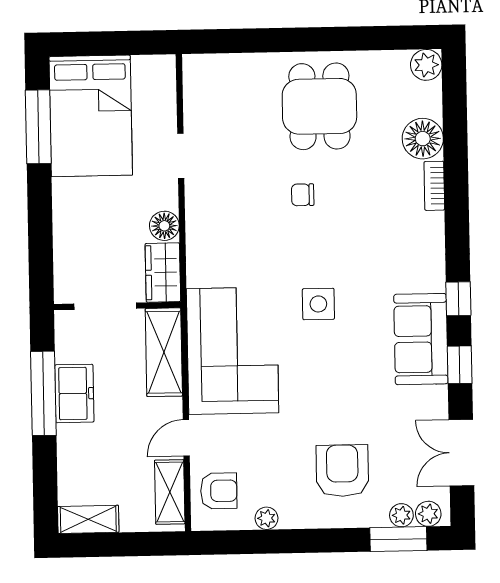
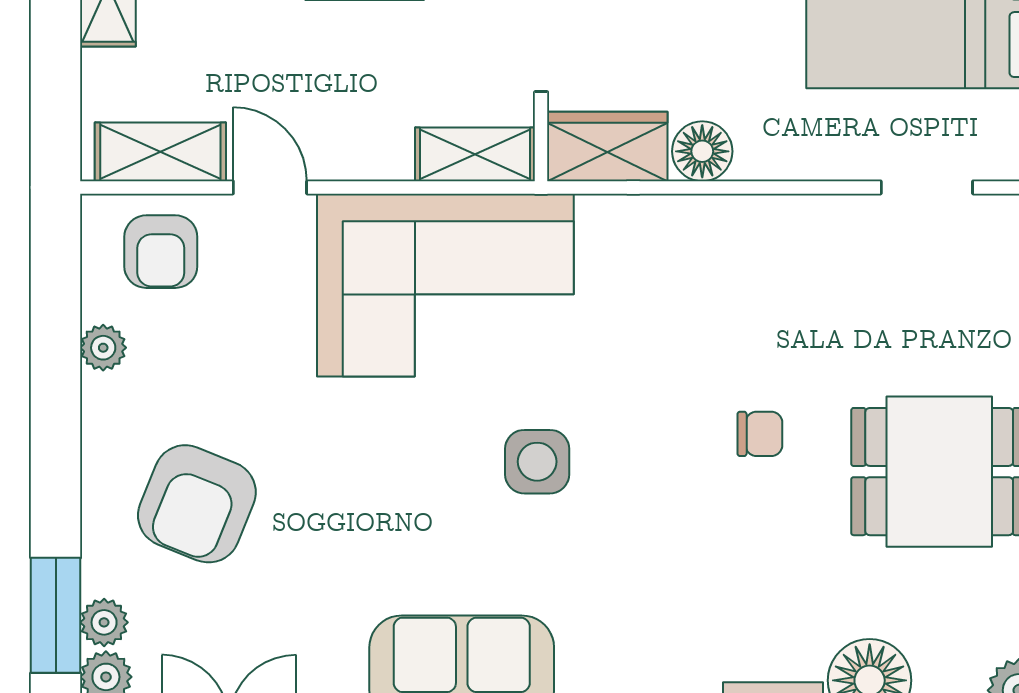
doorway: (181, 156) -> (927, 187), moved
chair: (303, 195) -> (760, 434), turned 90
shelving: (164, 352) -> (475, 154), width x0.67, depth x0.75
armchair: (342, 471) -> (197, 504), turned 112

